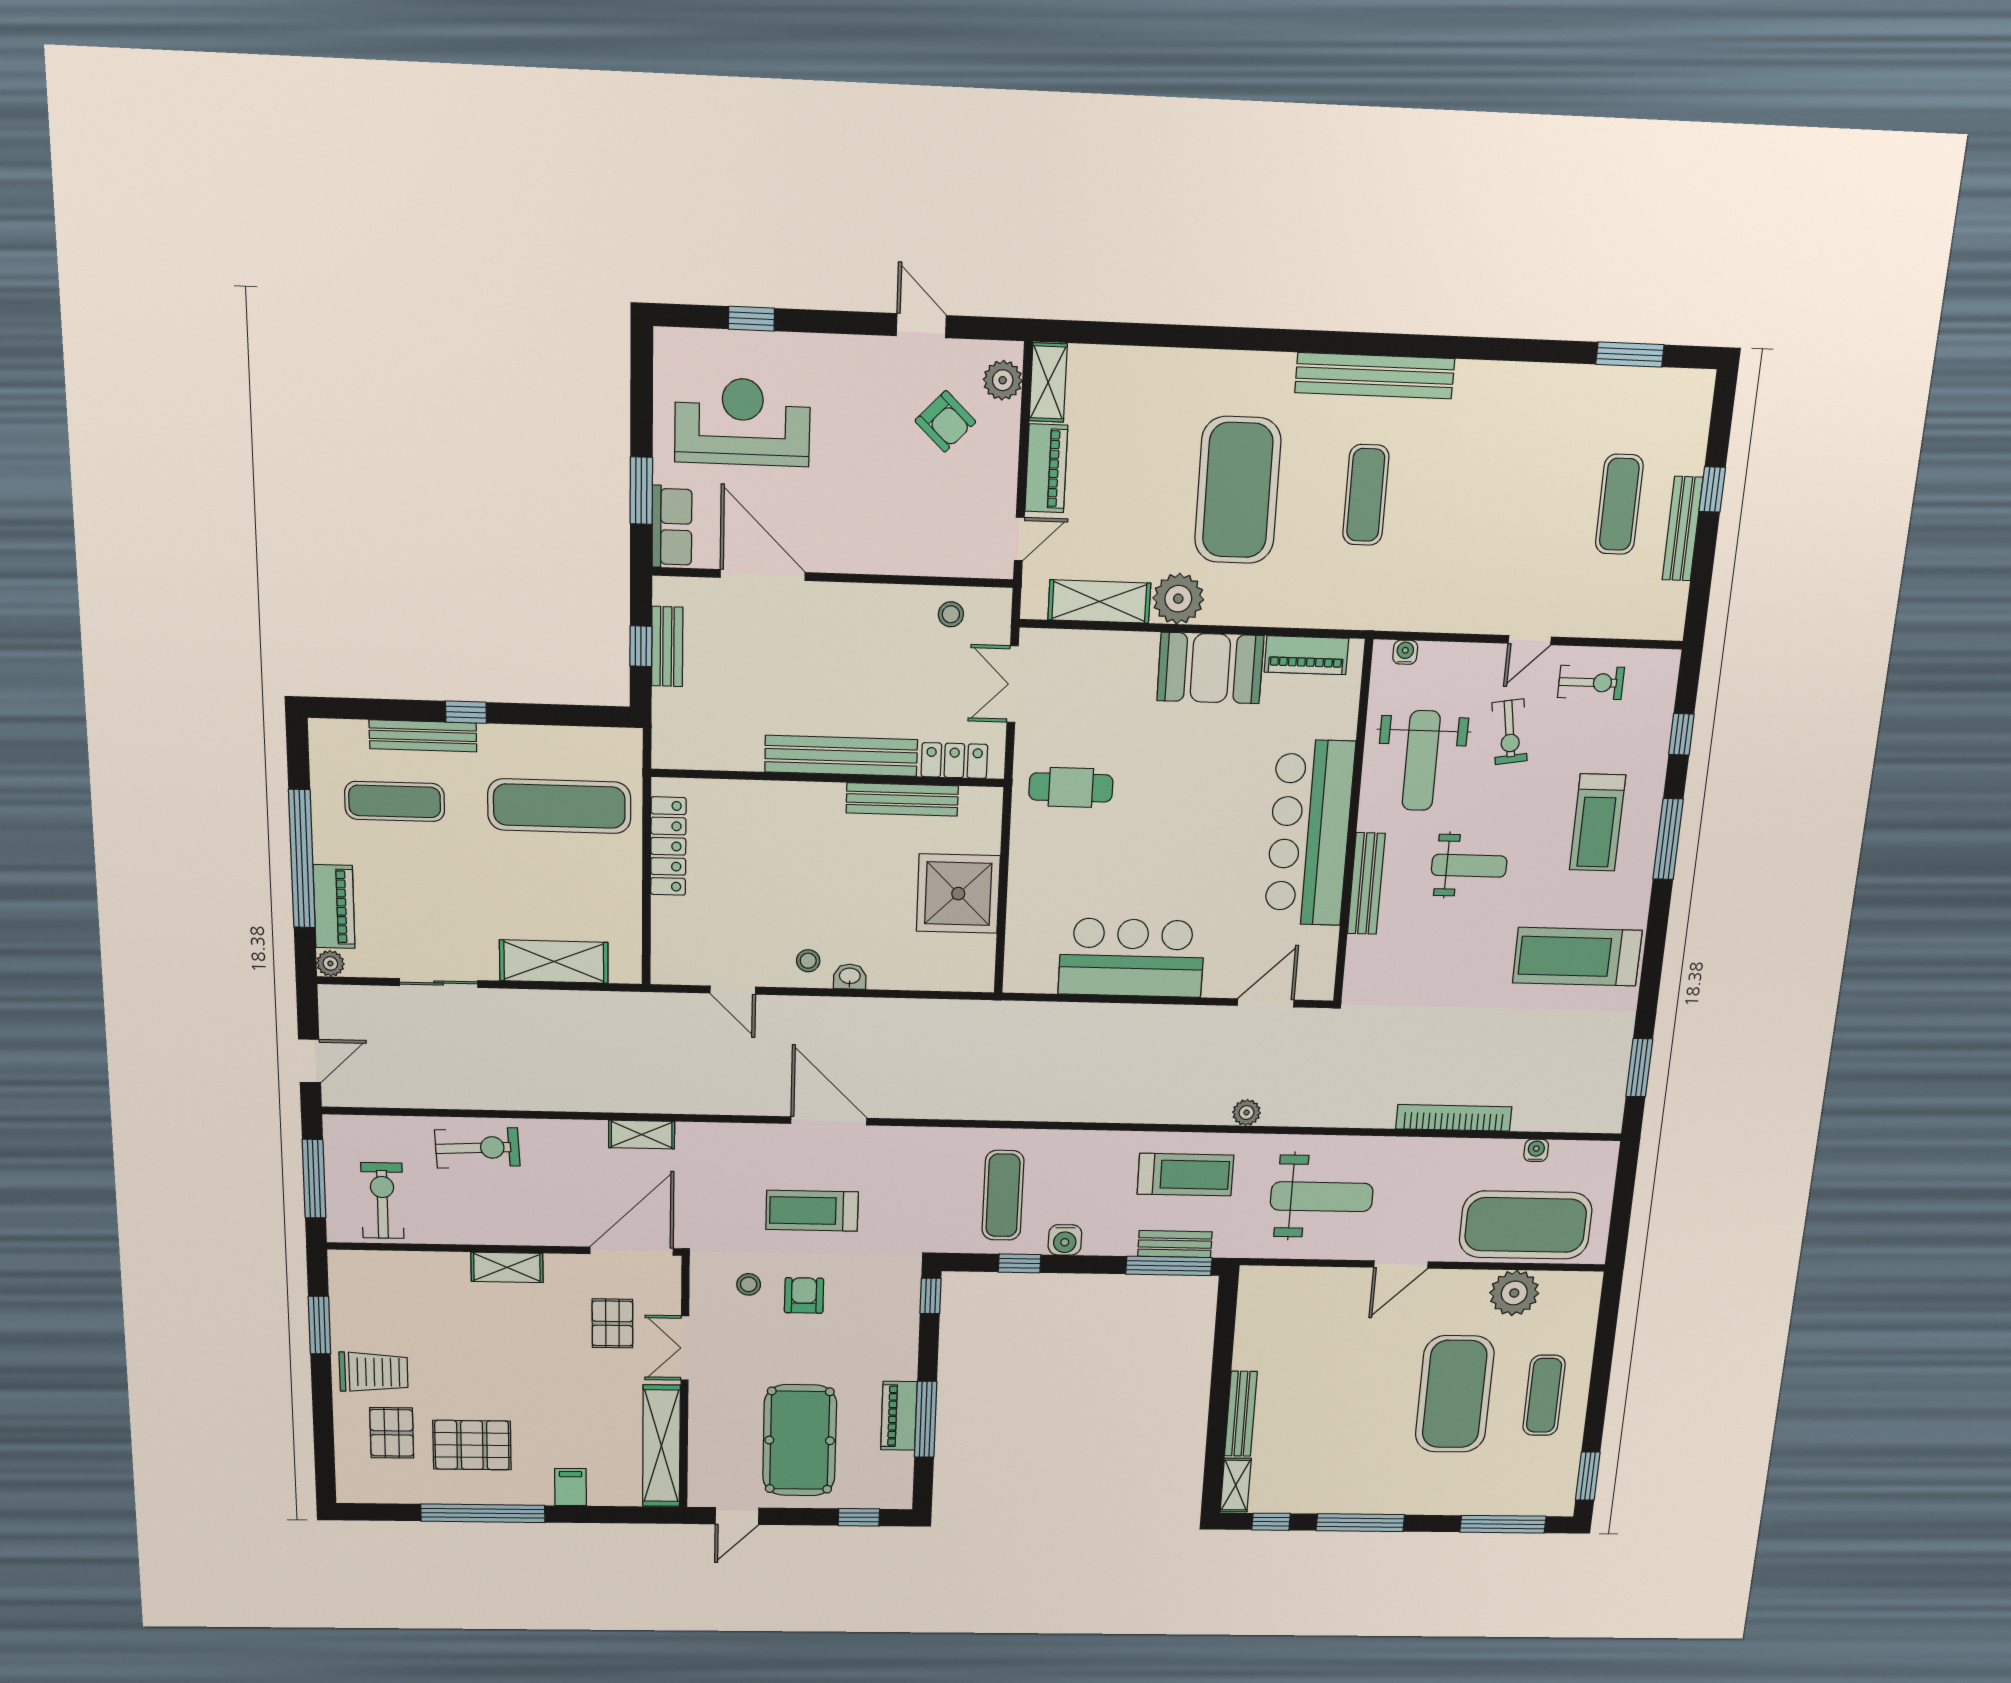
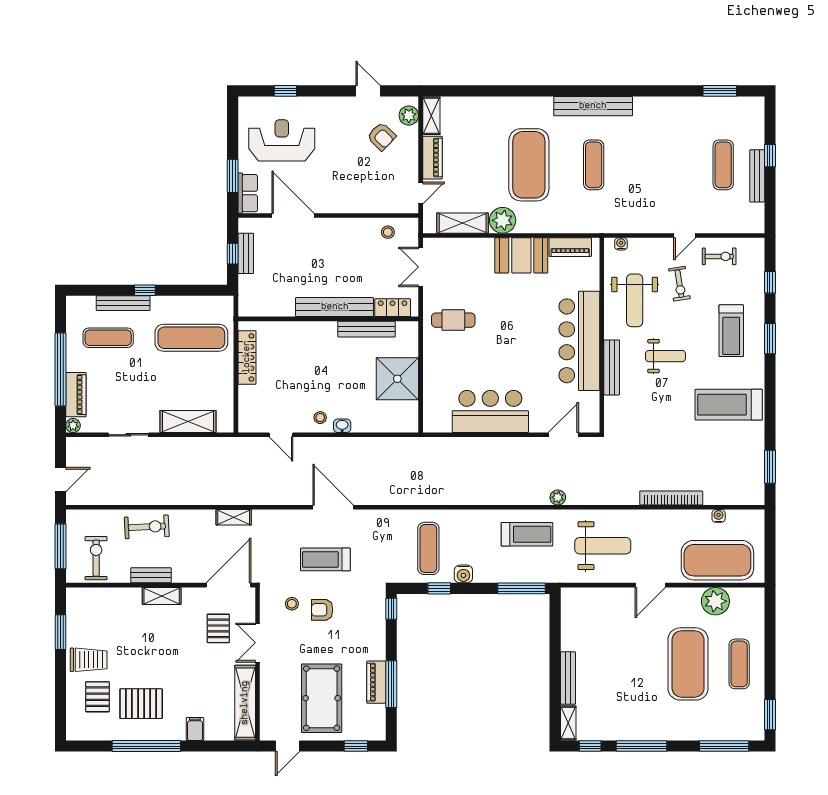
window: (1668, 839) -> (770, 339), width x0.69
bench: (1175, 1244) -> (151, 575), moved
armchair: (804, 1295) -> (322, 610), turned -90

